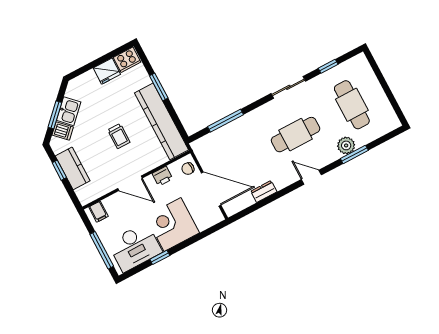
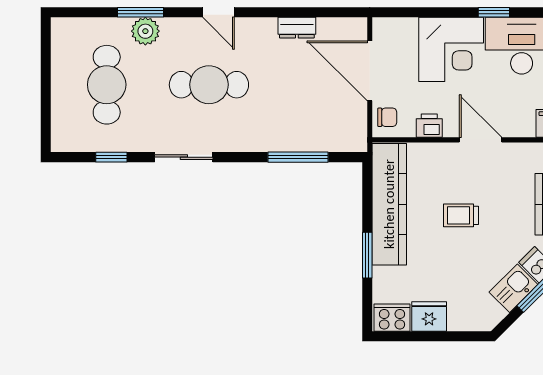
trolley: (119, 136) -> (461, 215), turned -90

